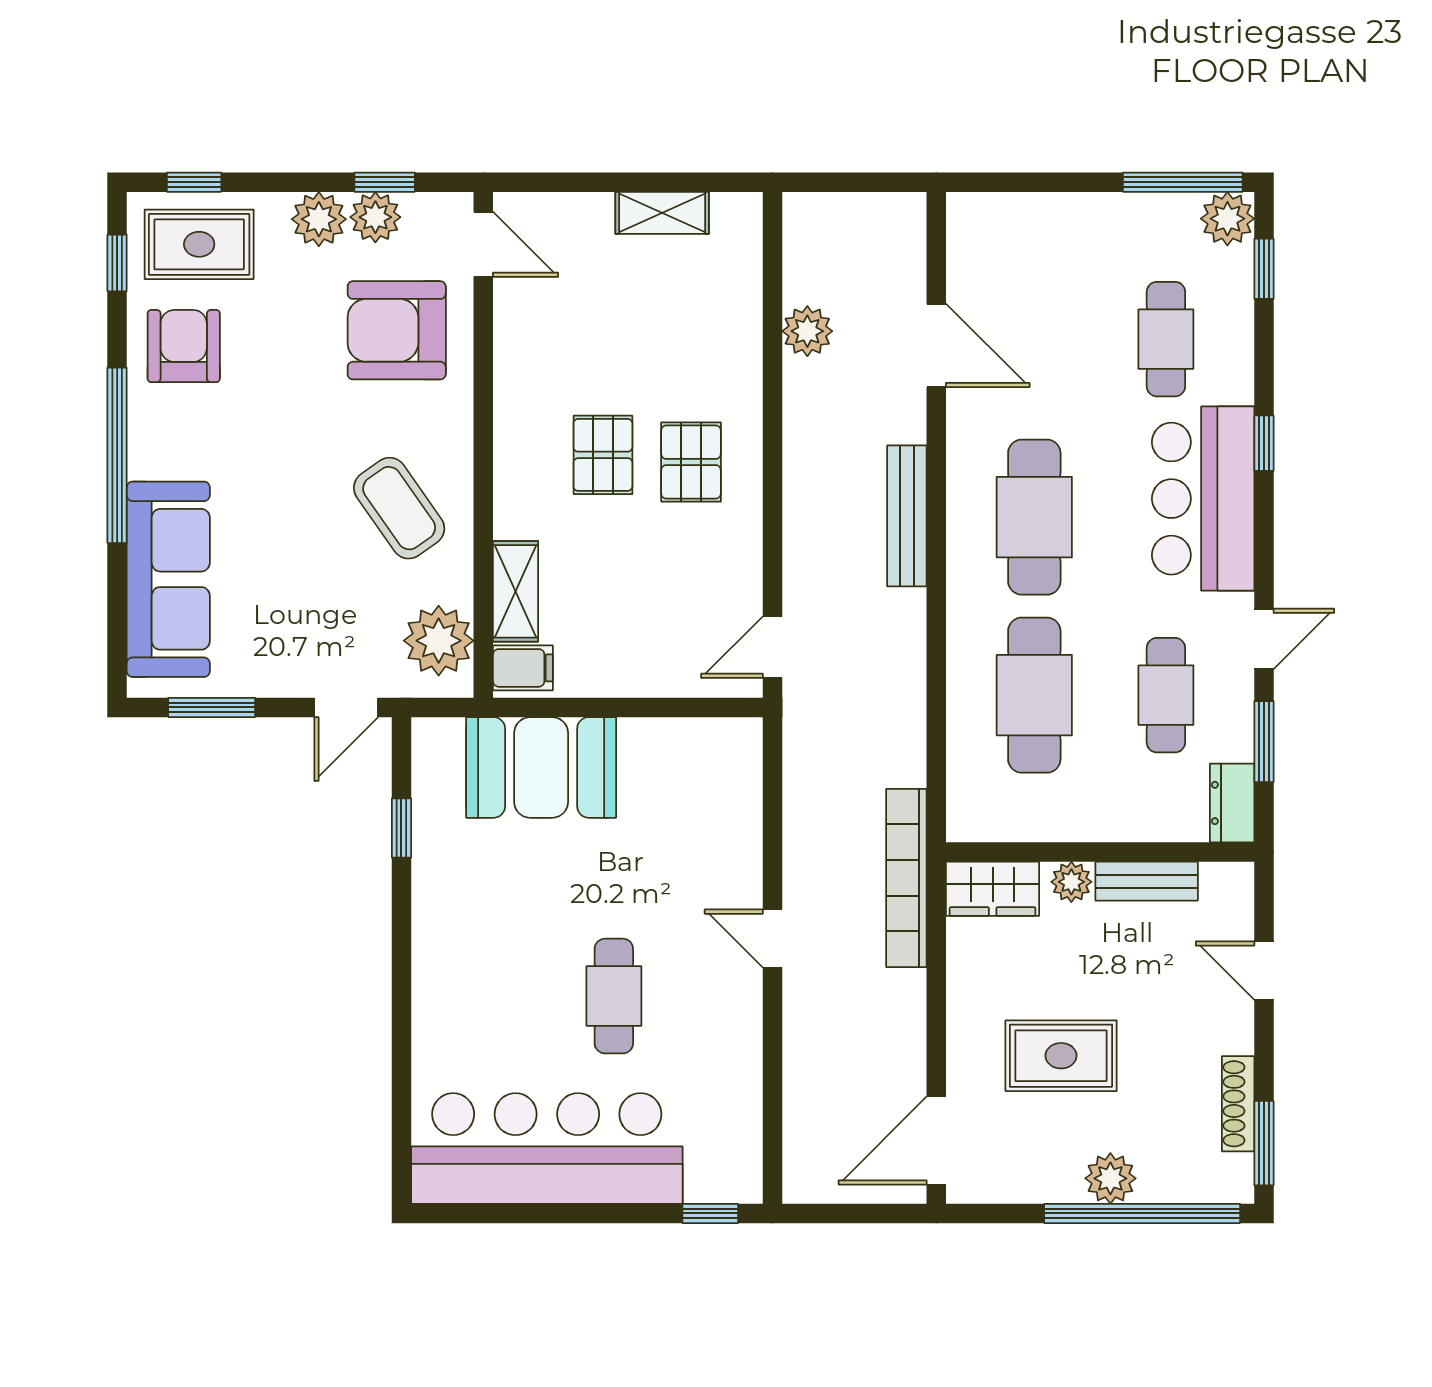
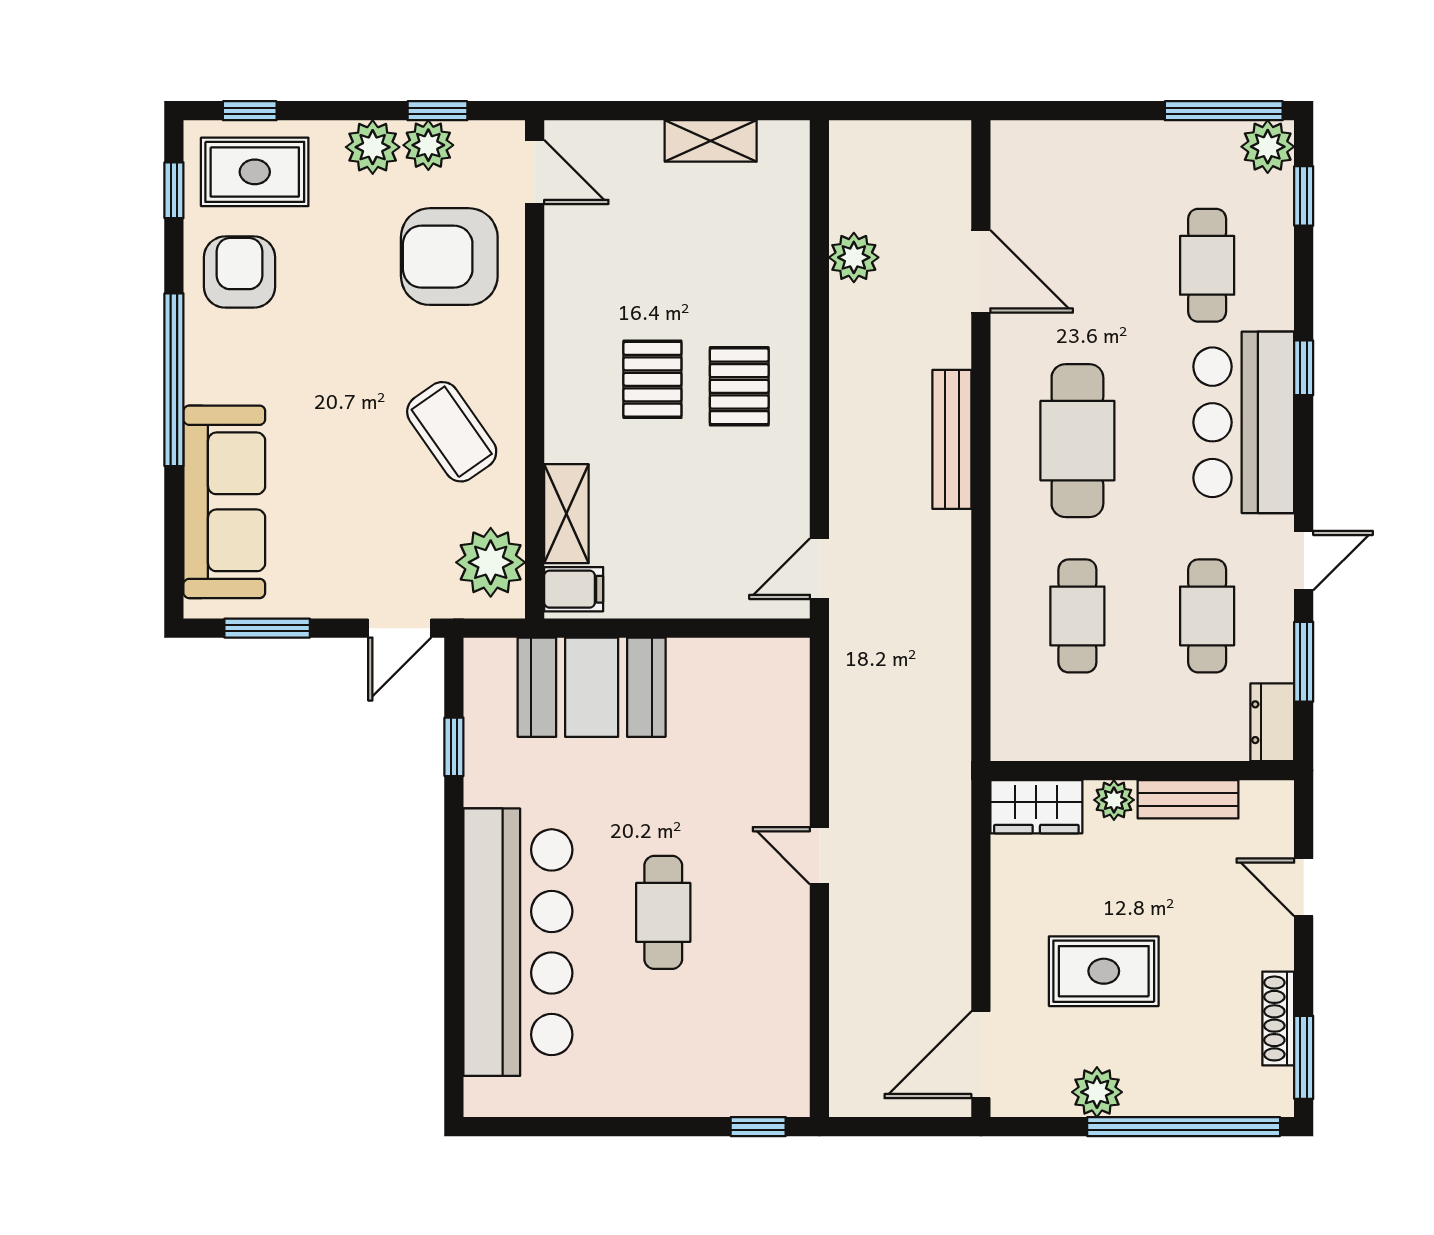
cafe table: (1034, 695) -> (1077, 616), width x0.73, depth x0.74
bookcase: (906, 878) -> (951, 796), removed
bar counter: (547, 1148) -> (518, 942), moved, turned 90
plant: (1110, 1178) -> (1097, 1092), moved

